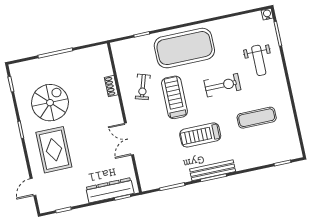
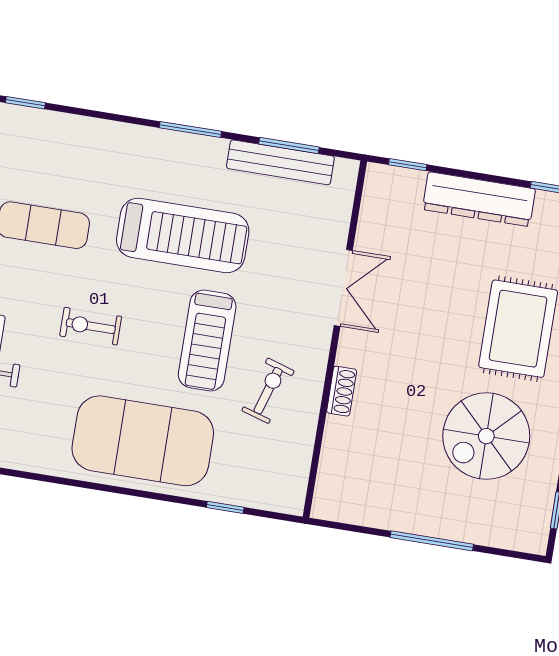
exercise bike: (222, 85) -> (91, 326), width x0.73, depth x0.72
shoe rack: (111, 86) -> (342, 391), moved
treadmill: (200, 135) -> (183, 235), width x1.37, depth x1.38
bench: (213, 170) -> (280, 162), moved
dresser: (110, 190) -> (479, 199), moved

